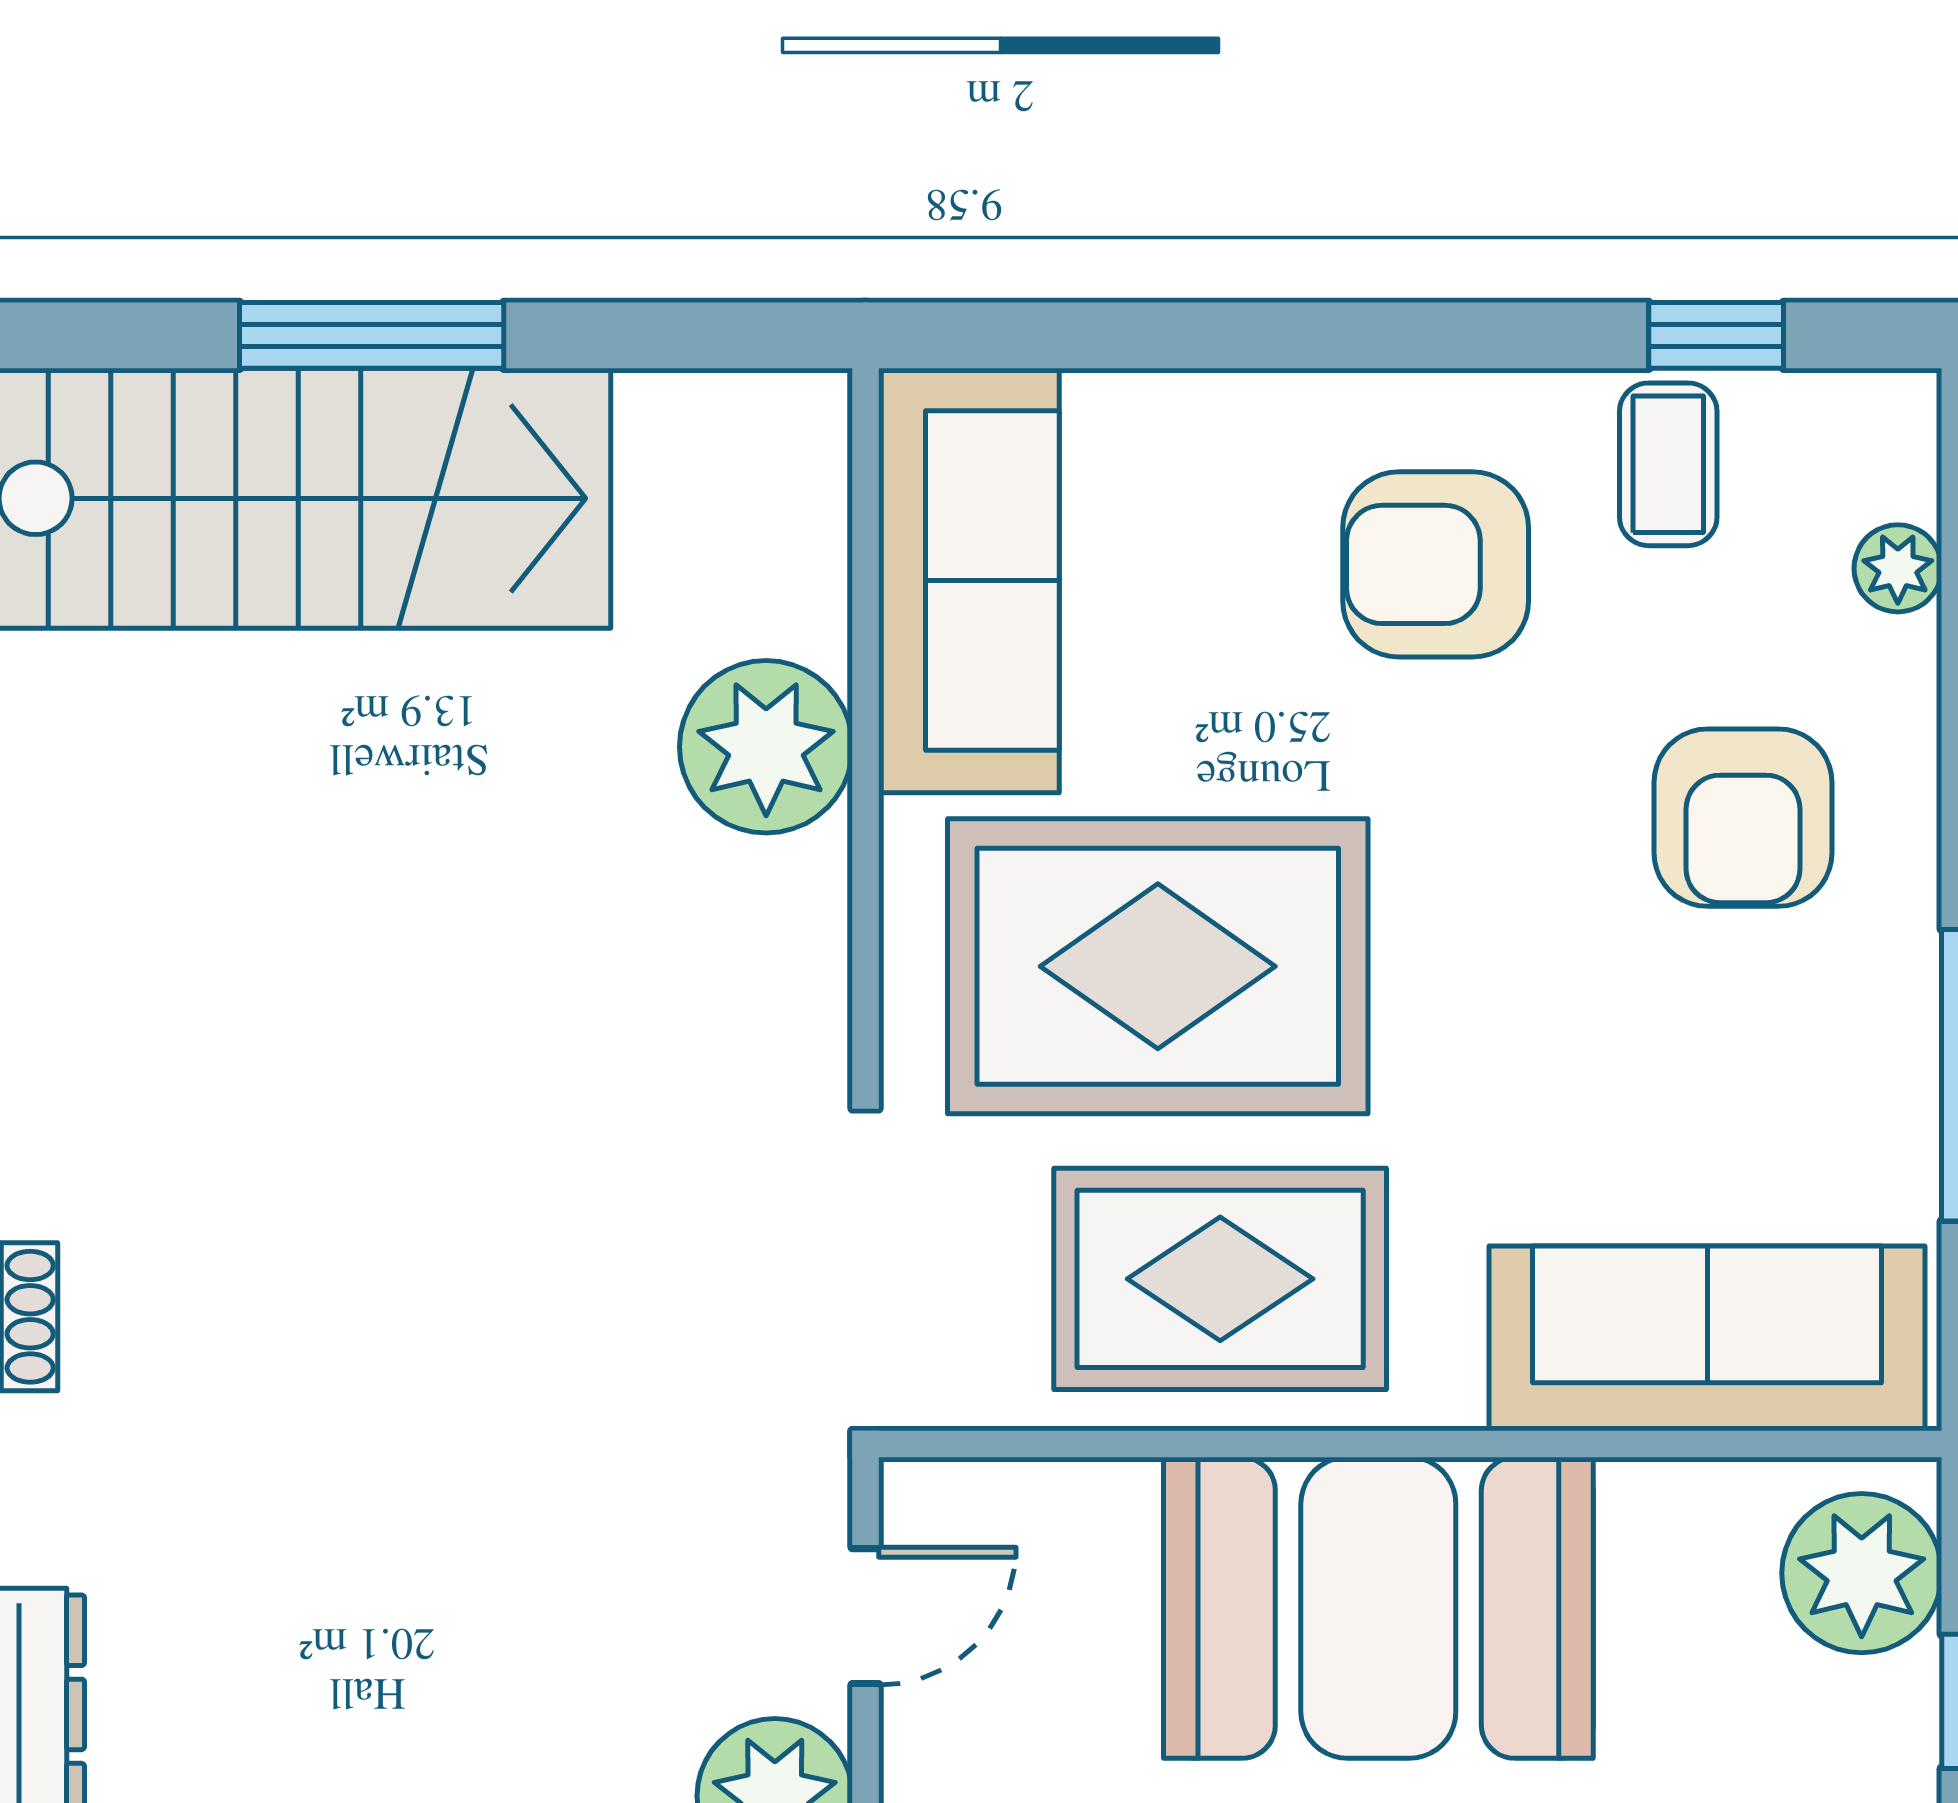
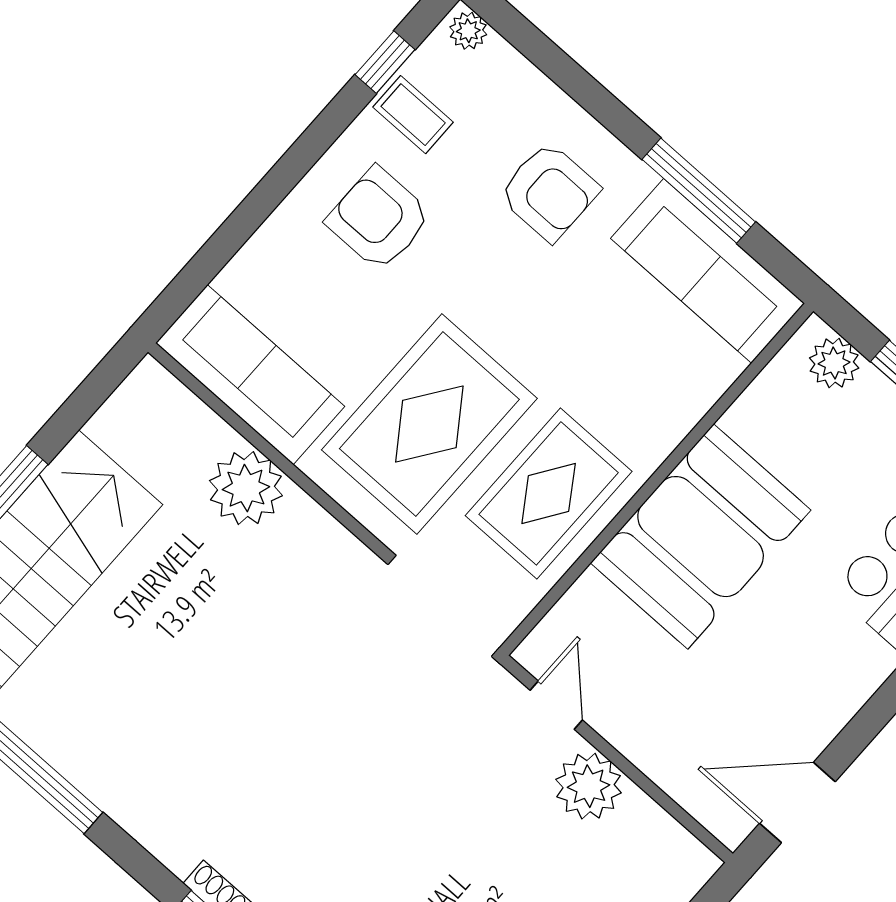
armchair: (1436, 564) -> (379, 219), turned 90
plant: (1898, 568) -> (468, 31), moved
sofa: (1707, 1338) -> (708, 271), moved, turned -90
plant: (1862, 1573) -> (834, 363), width x0.73, depth x0.73

